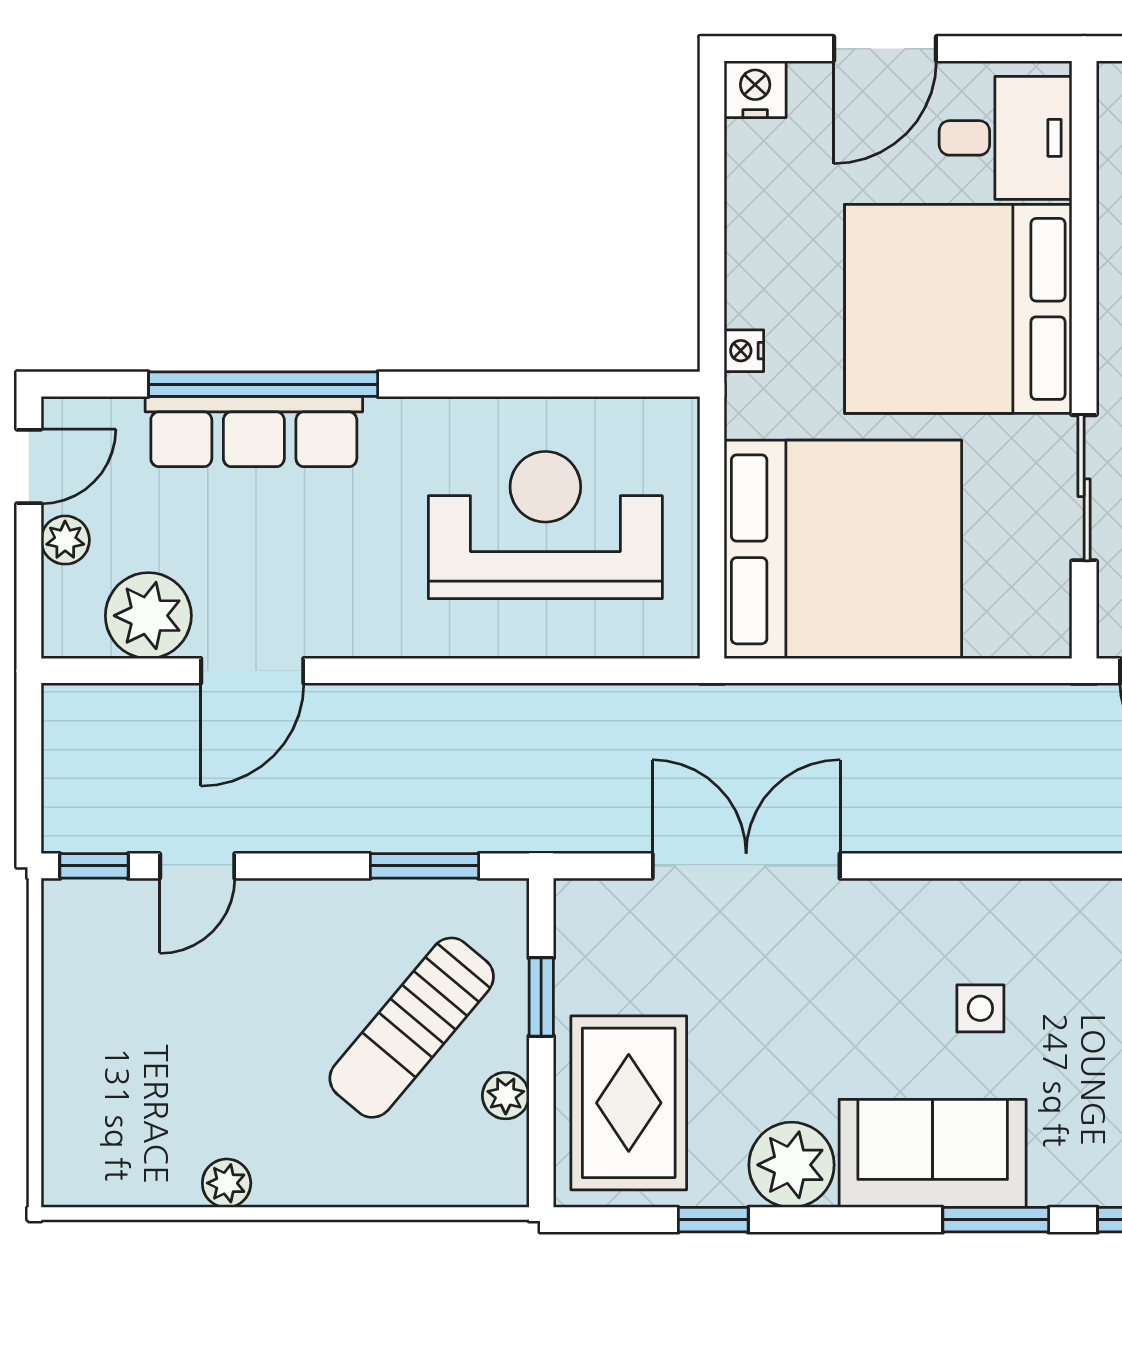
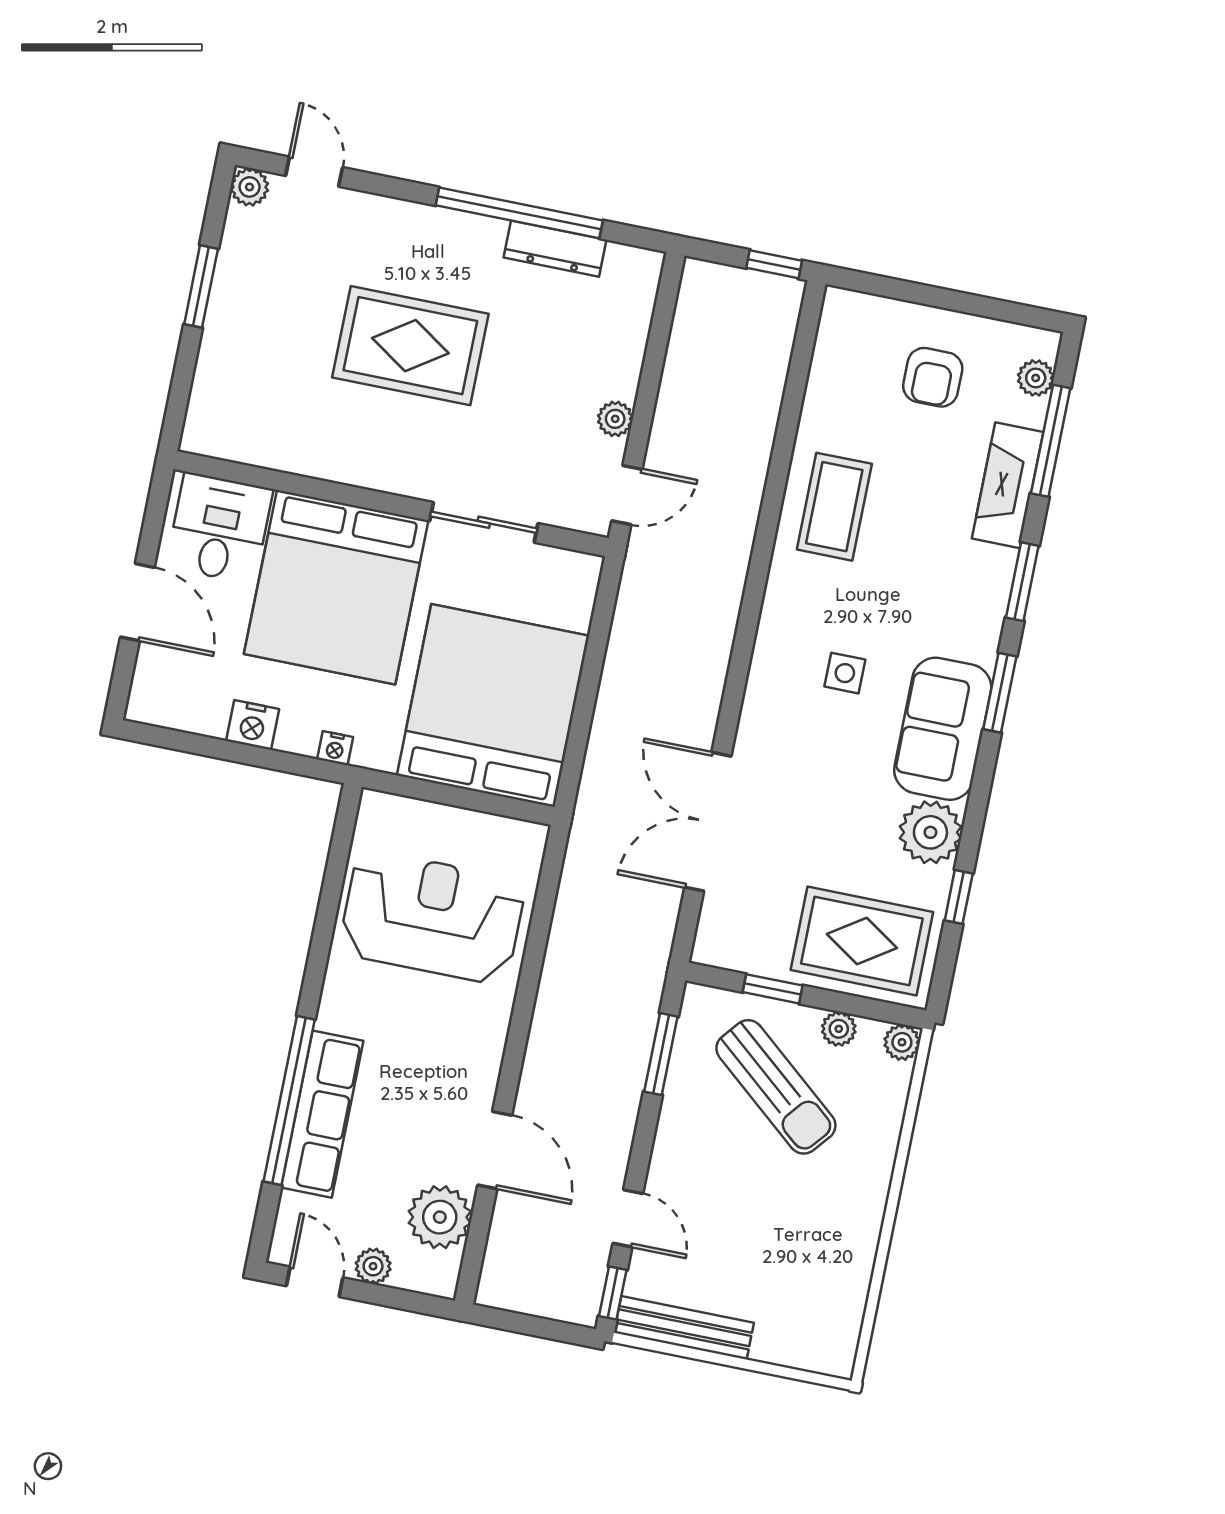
nightstand: (755, 89) -> (253, 725), moved, turned -90
reception desk: (545, 525) -> (432, 917), turned 90
bench: (67, 970) -> (684, 1328), added
plant: (227, 1183) -> (902, 1042), moved

